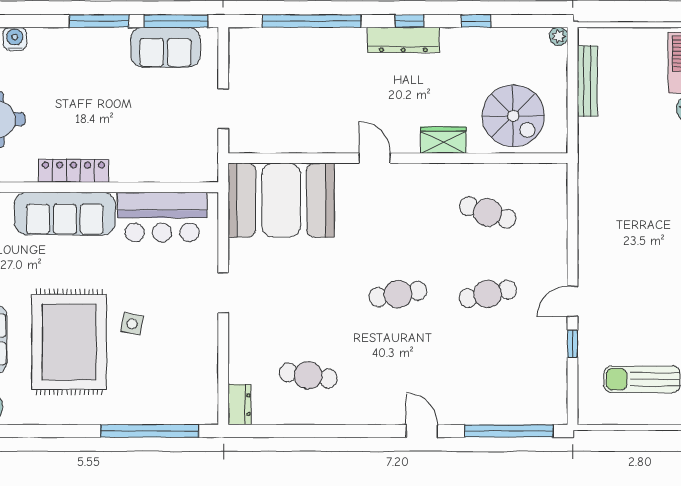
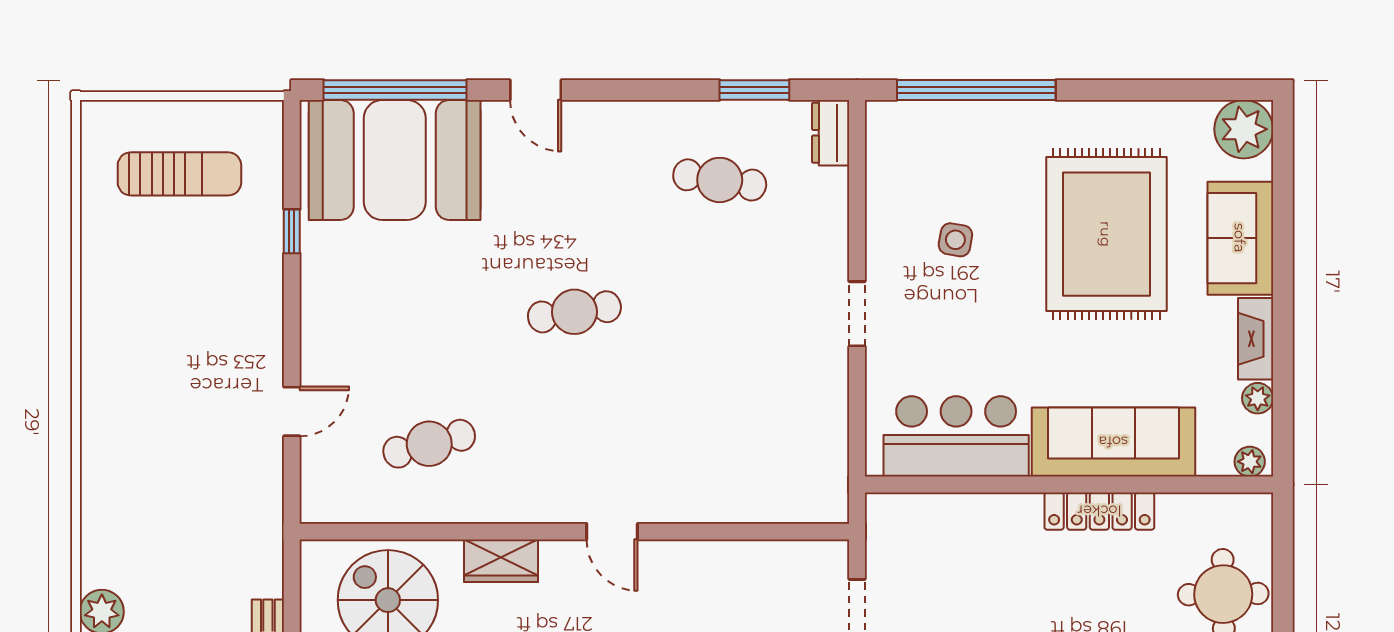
booth: (281, 200) -> (395, 160), moved
cafe table: (488, 212) -> (429, 444), turned -33
cafe table: (488, 294) -> (429, 312), removed
door: (573, 301) -> (292, 411), moved
side table: (132, 324) -> (955, 240), moved
window: (287, 431) -> (754, 90), added

